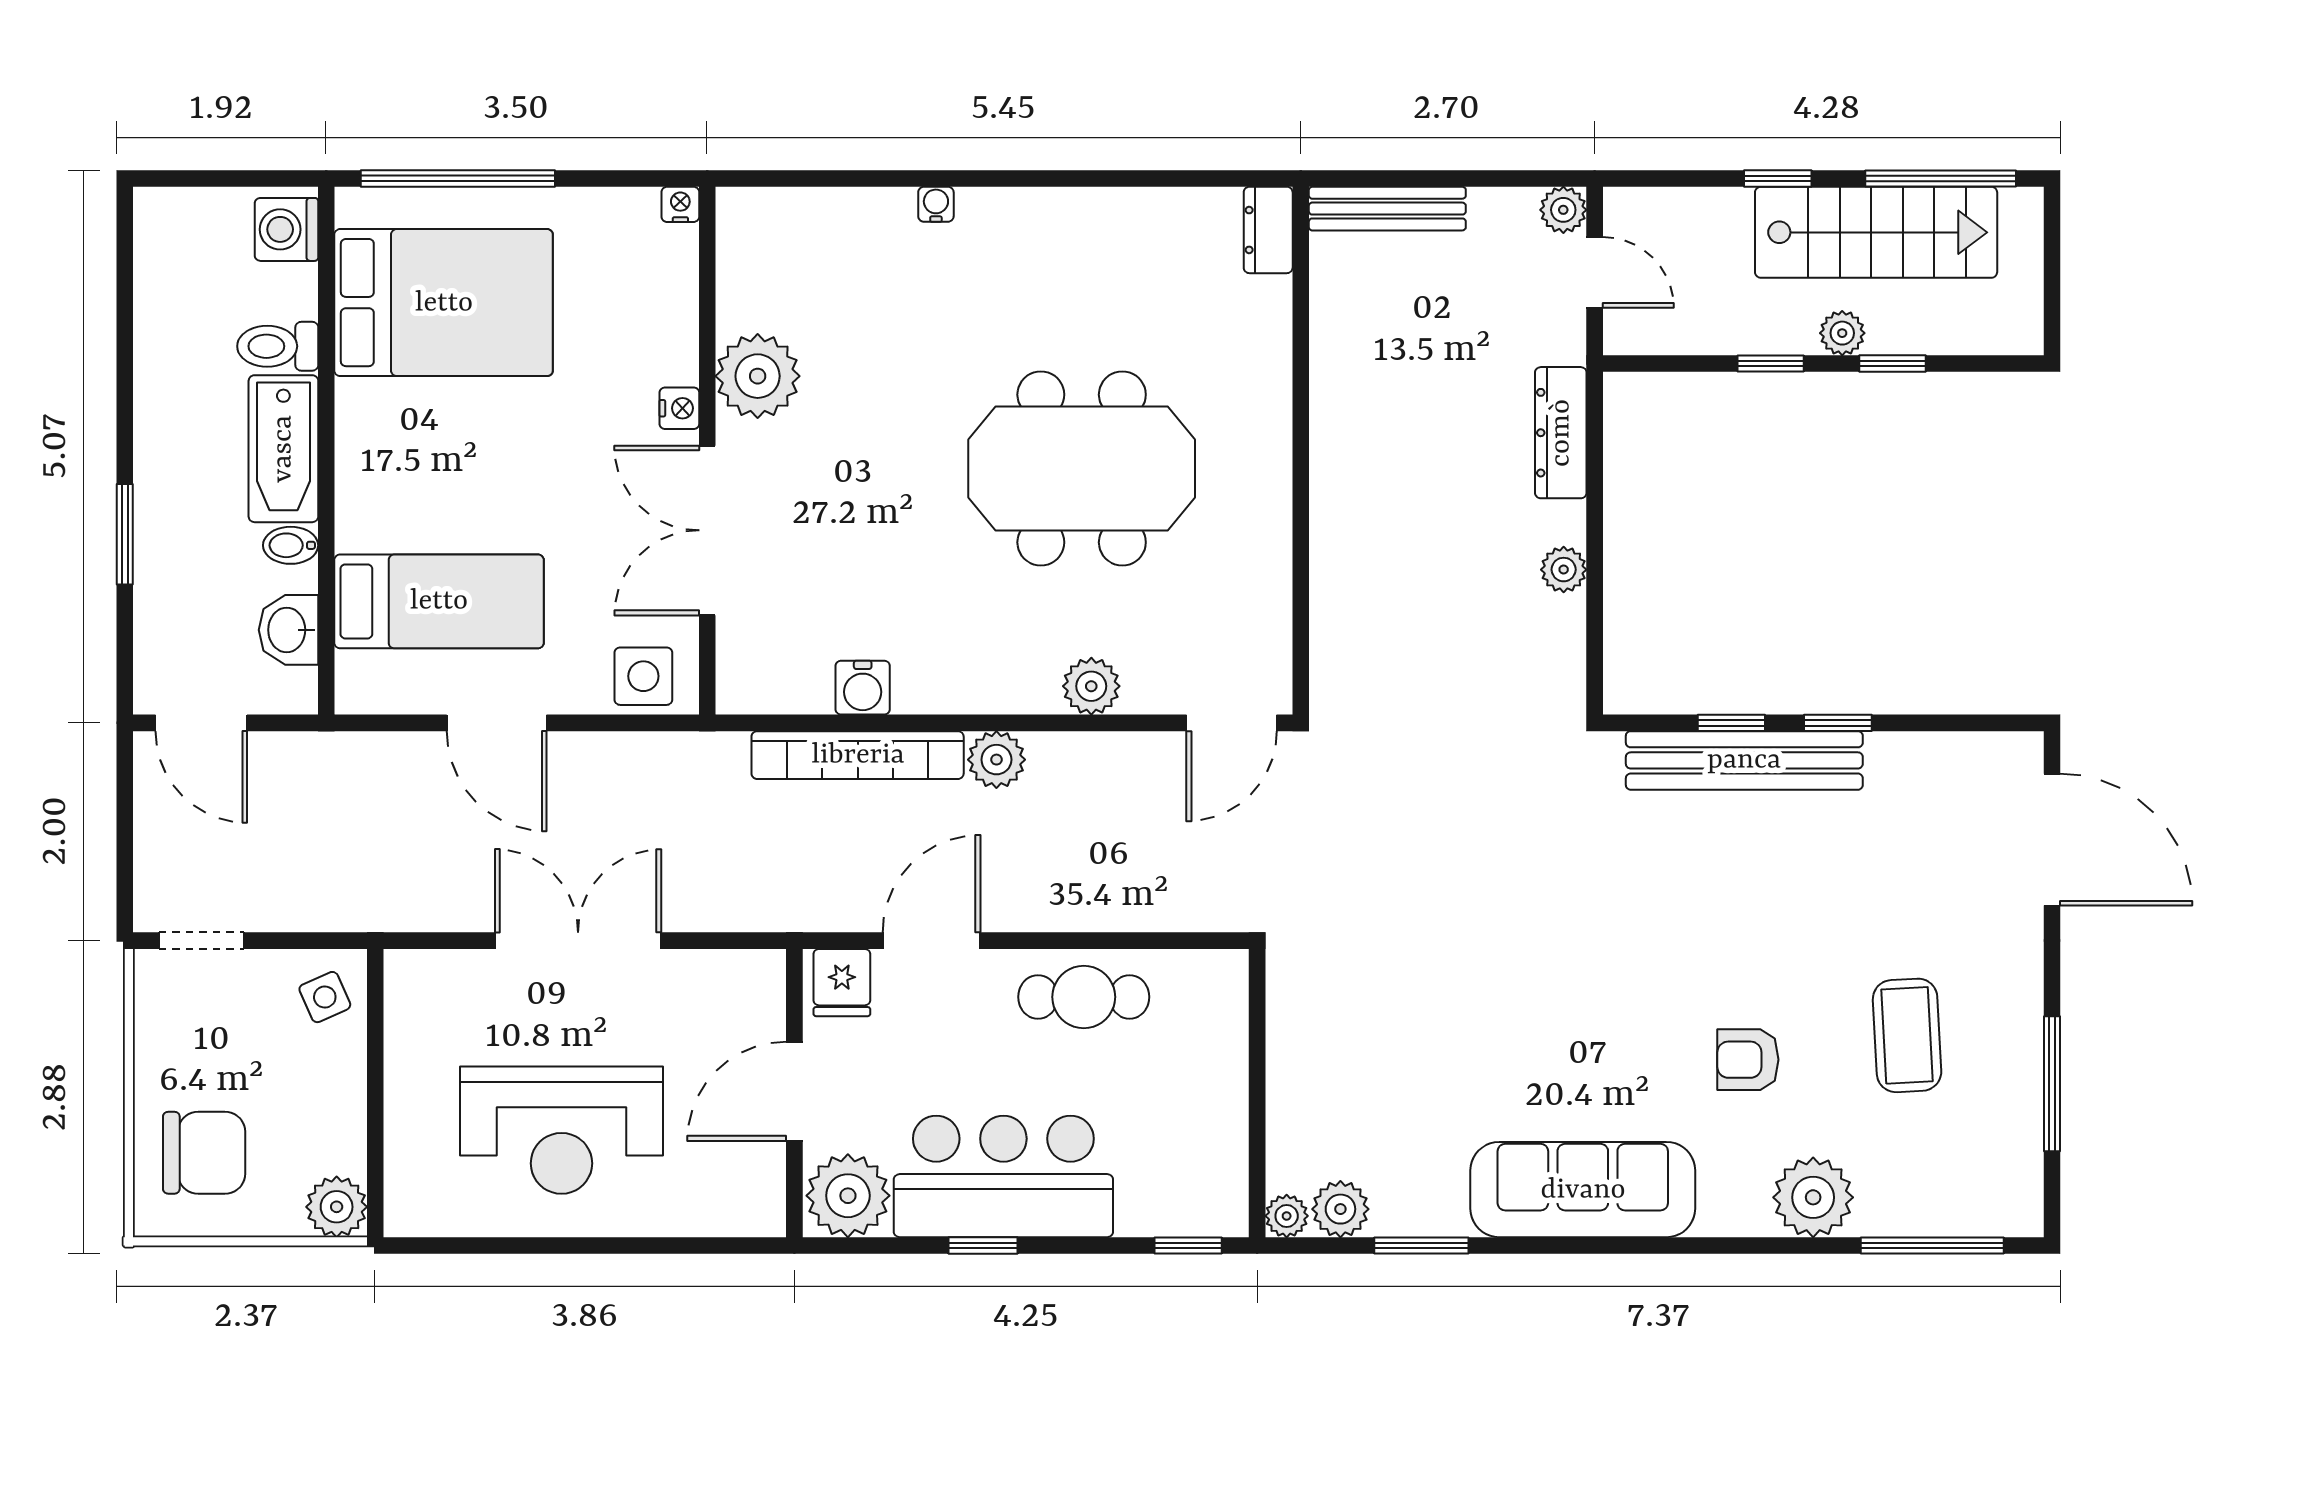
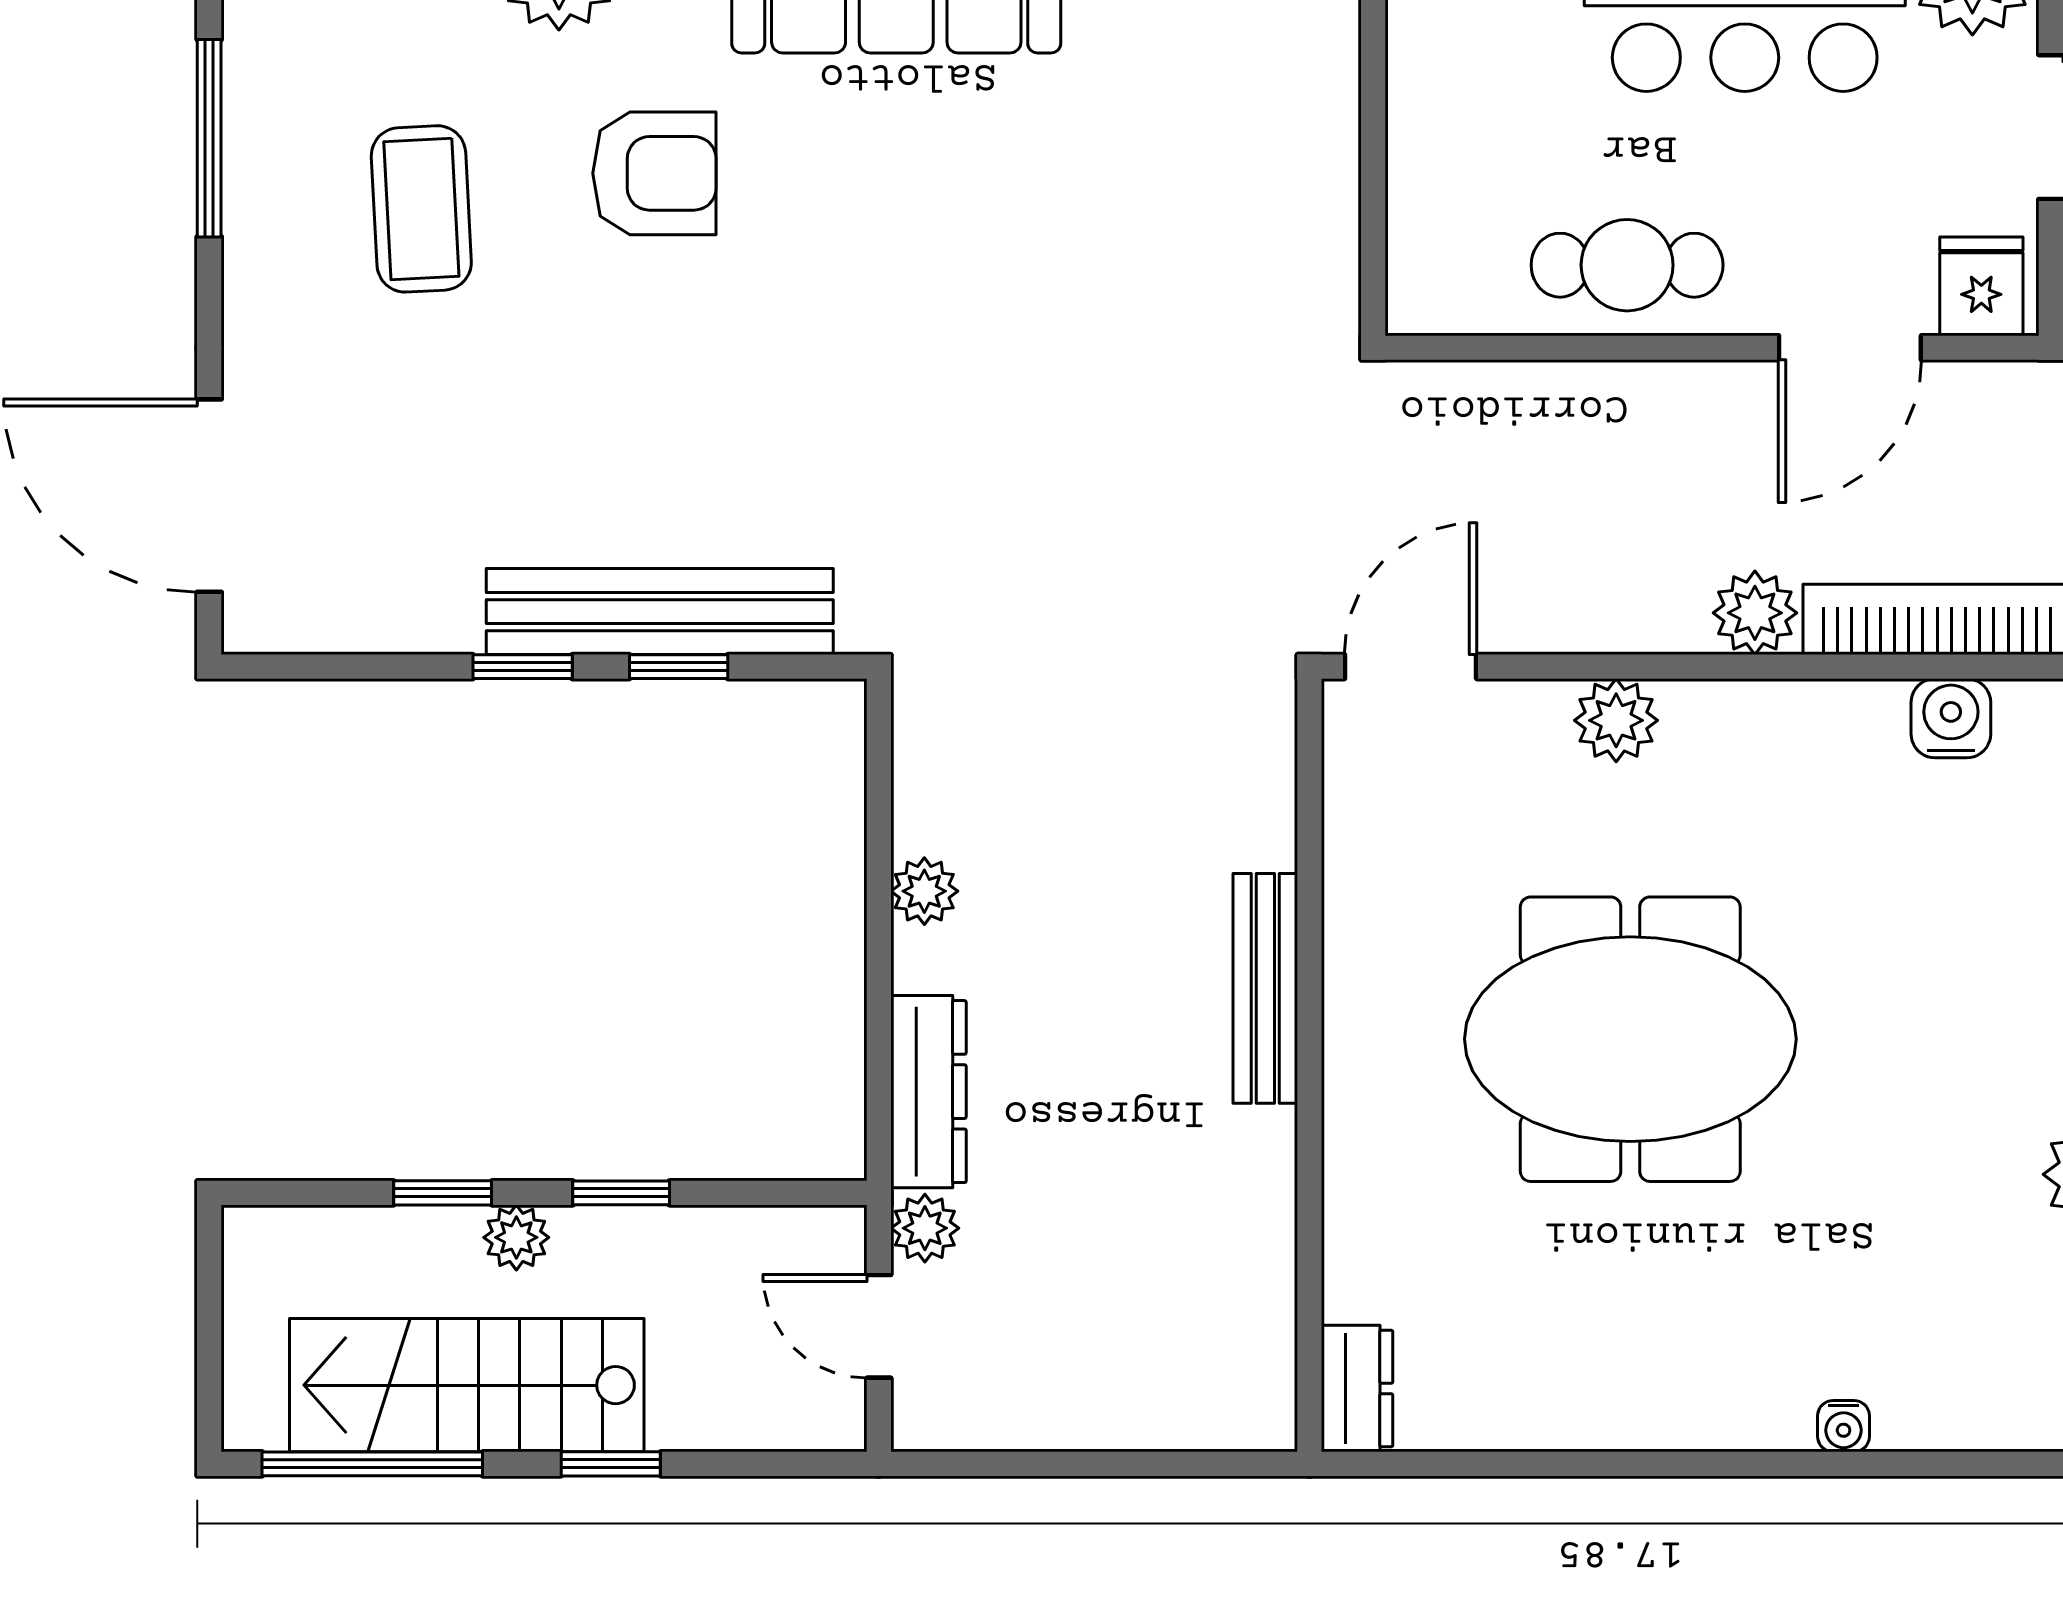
bench: (1387, 209) -> (1265, 988), moved, turned 90
plant: (1563, 210) -> (925, 1228), moved
armchair: (1748, 1060) -> (654, 173), width x1.38, depth x1.38

